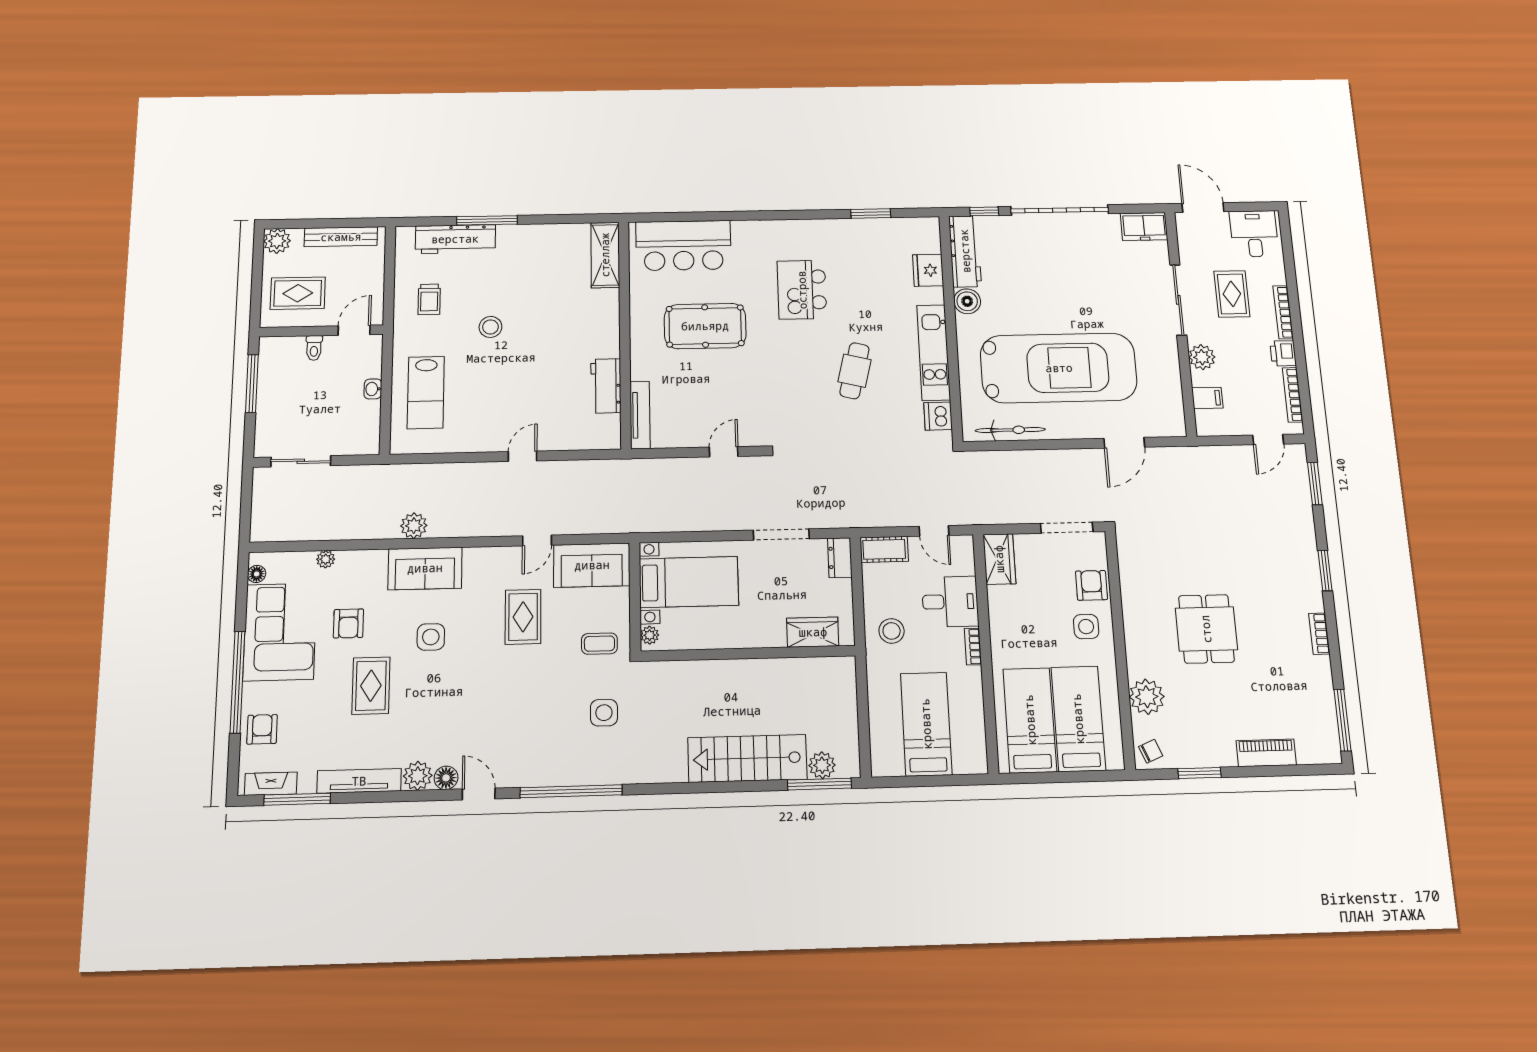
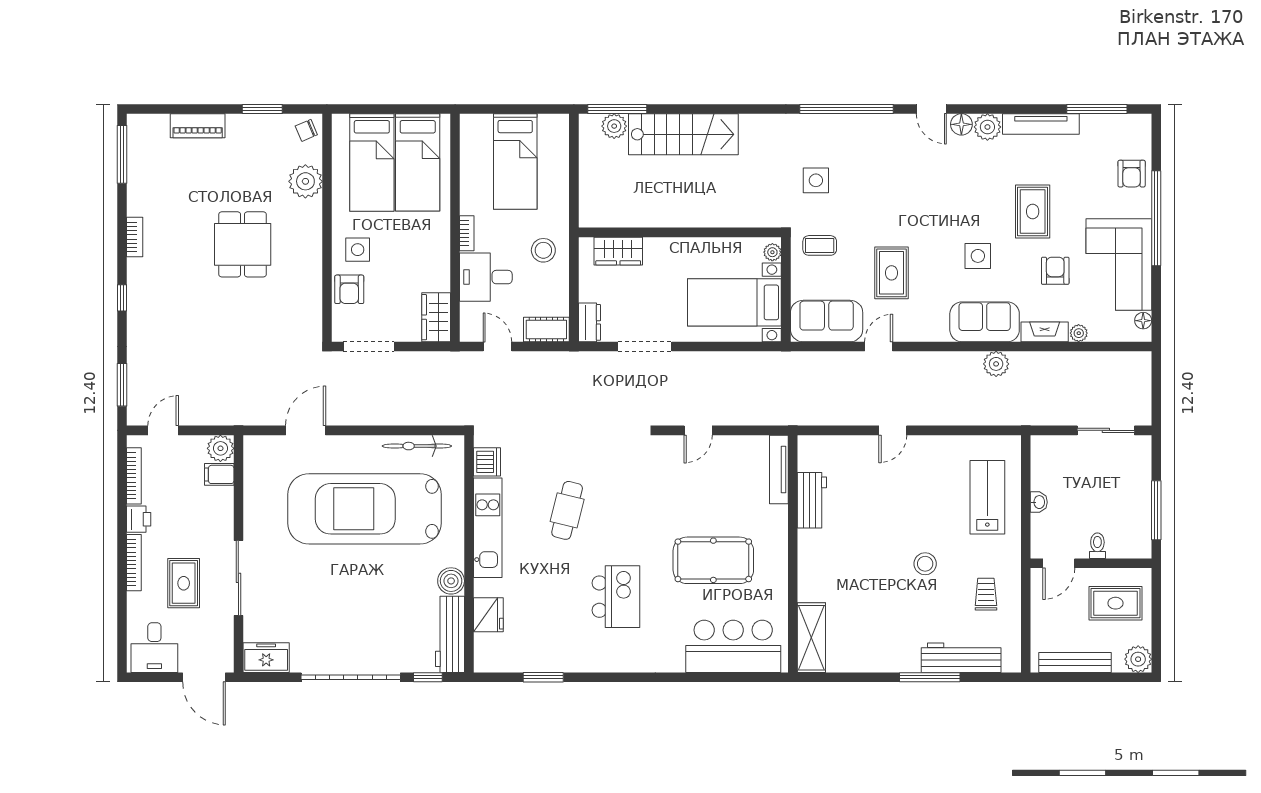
plant: (1202, 357) -> (220, 448), moved
window: (1325, 571) -> (122, 298), width x0.67
fireplace: (271, 784) -> (1045, 332), moved, turned 180

